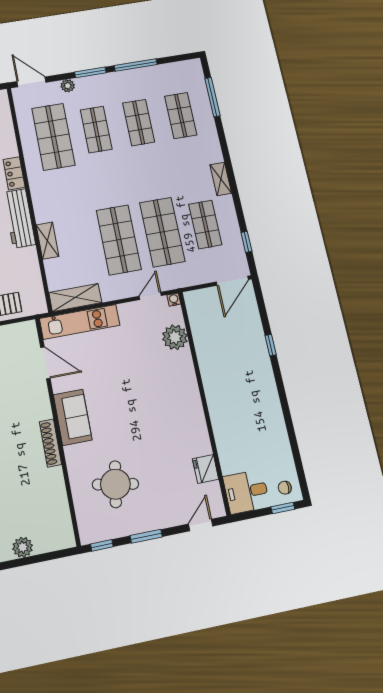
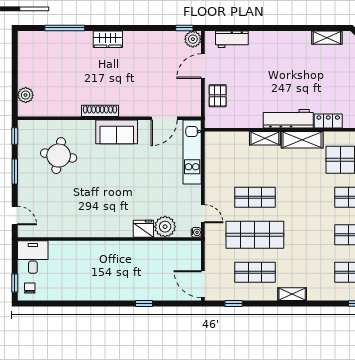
shop shelf: (119, 240) -> (255, 197), width x0.70, depth x0.74
shelving: (75, 298) -> (302, 140), moved, turned 90
fridge: (206, 469) -> (143, 229), moved
plant: (23, 547) -> (26, 95), moved

